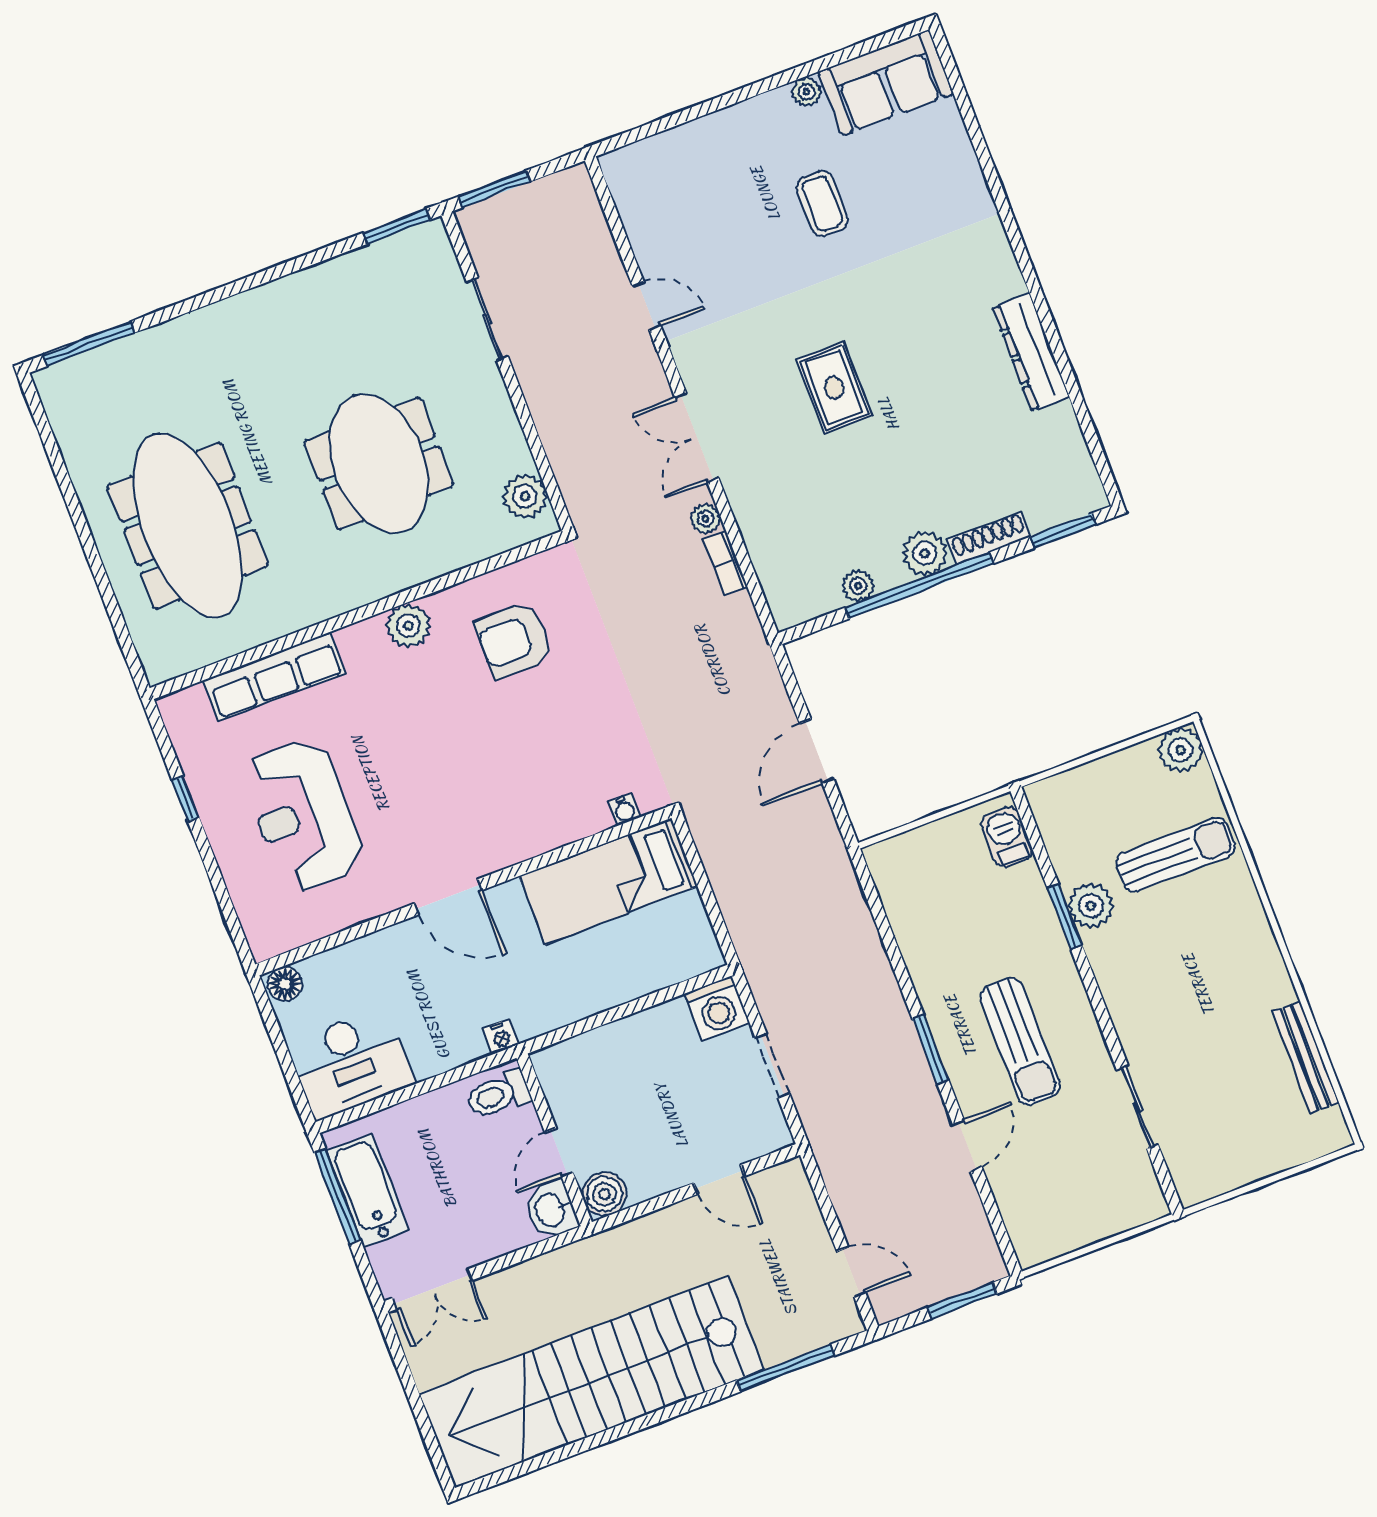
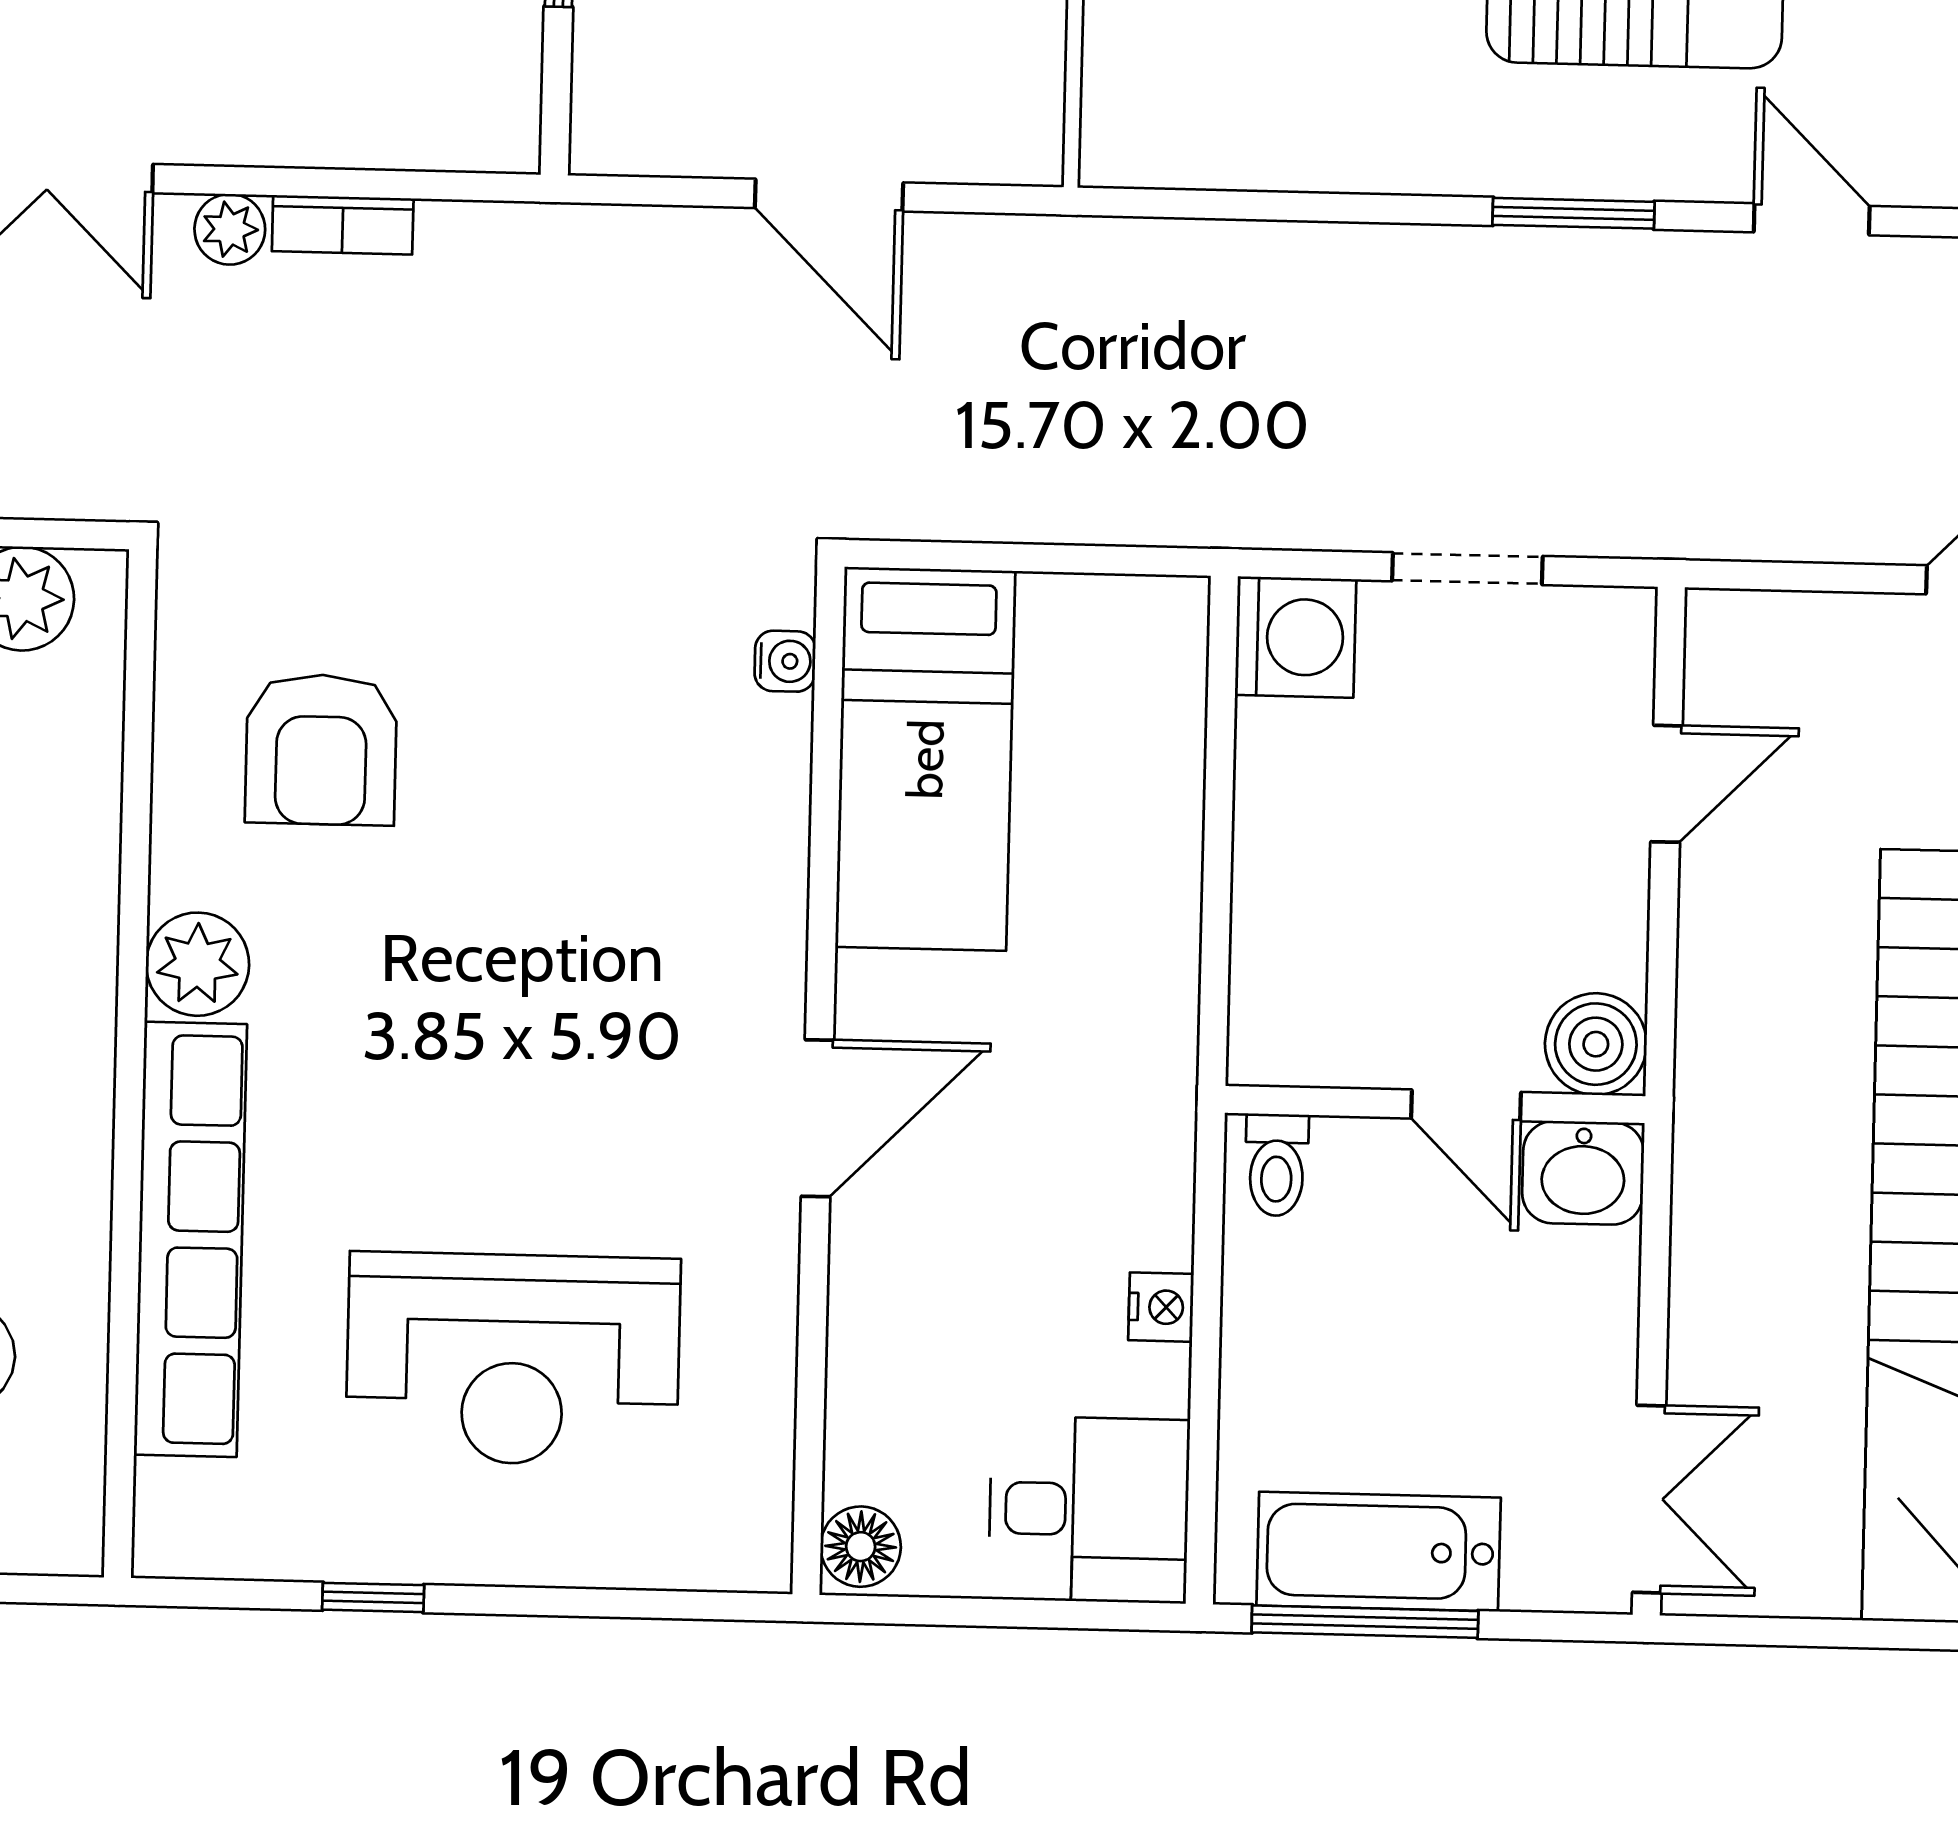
row of seats: (275, 676) -> (190, 1239), width x1.36
nightstand: (501, 1037) -> (1161, 1307), moved
desk: (351, 1063) -> (1089, 1510), width x0.73
toilet: (498, 1094) -> (1277, 1165), width x0.73, depth x0.72

